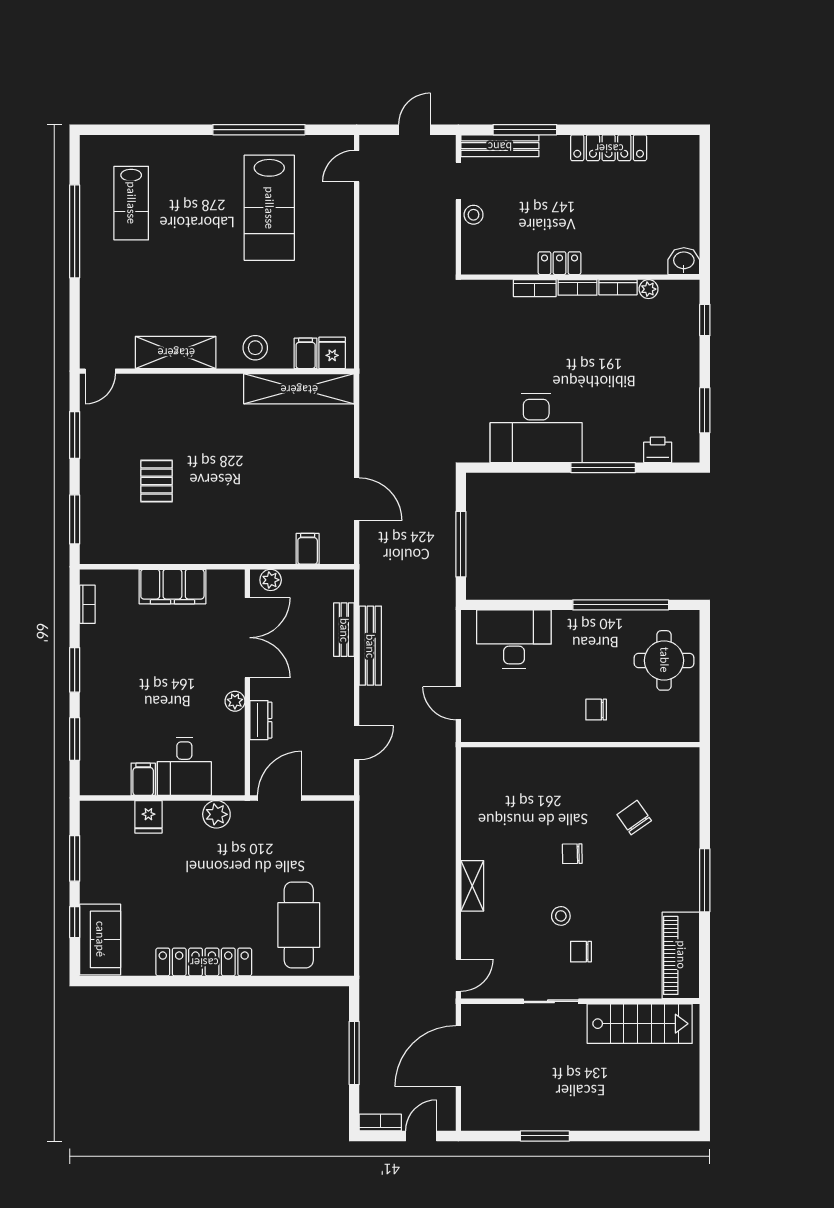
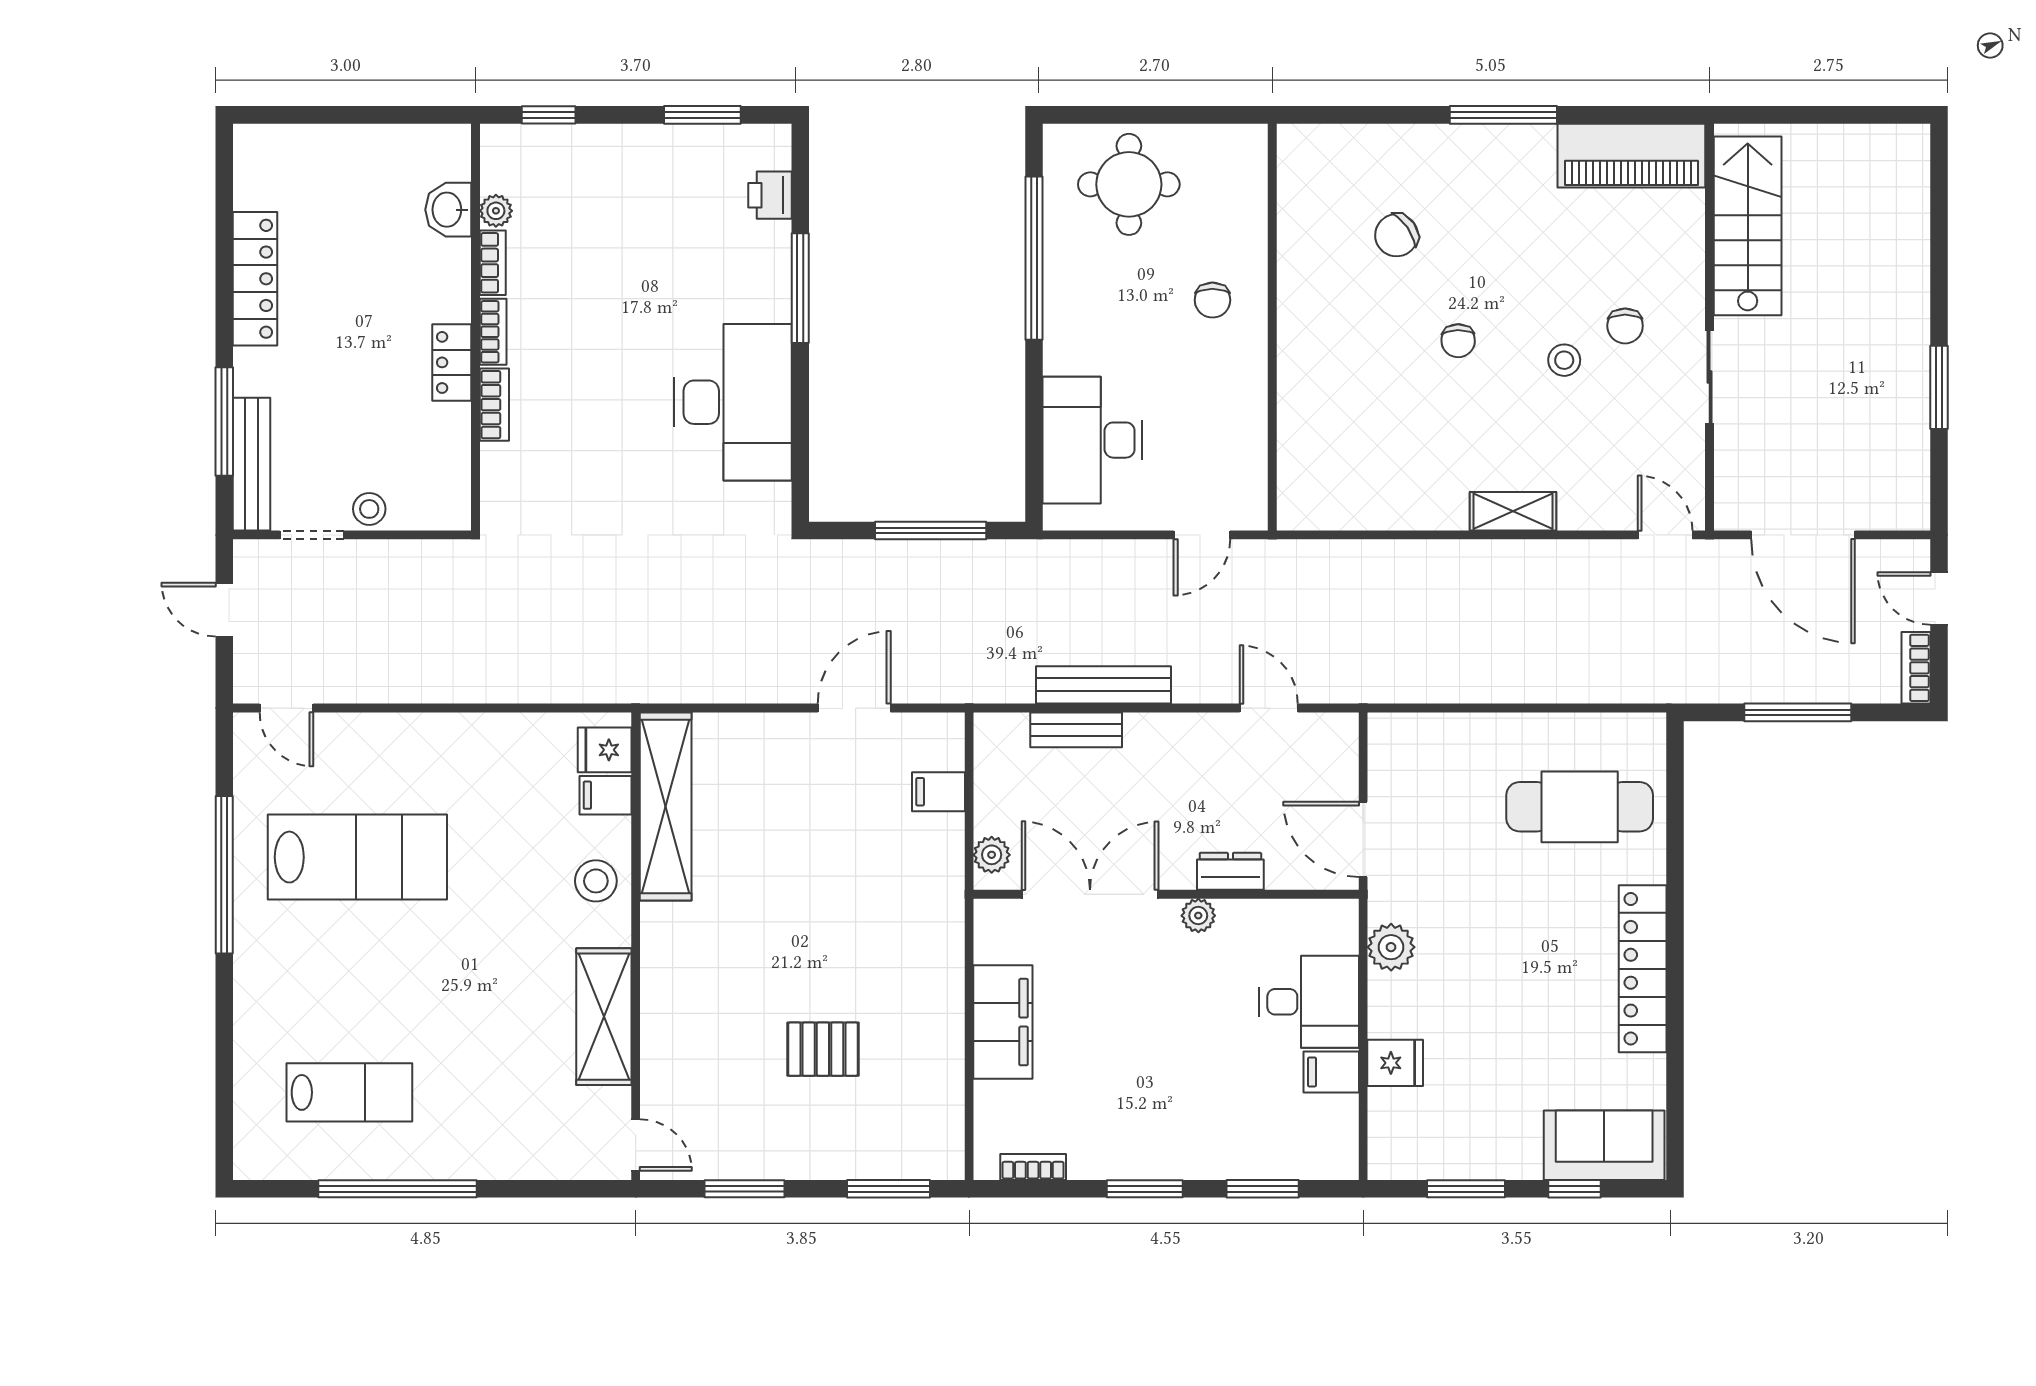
washbasin: (684, 261) -> (448, 210), moved

